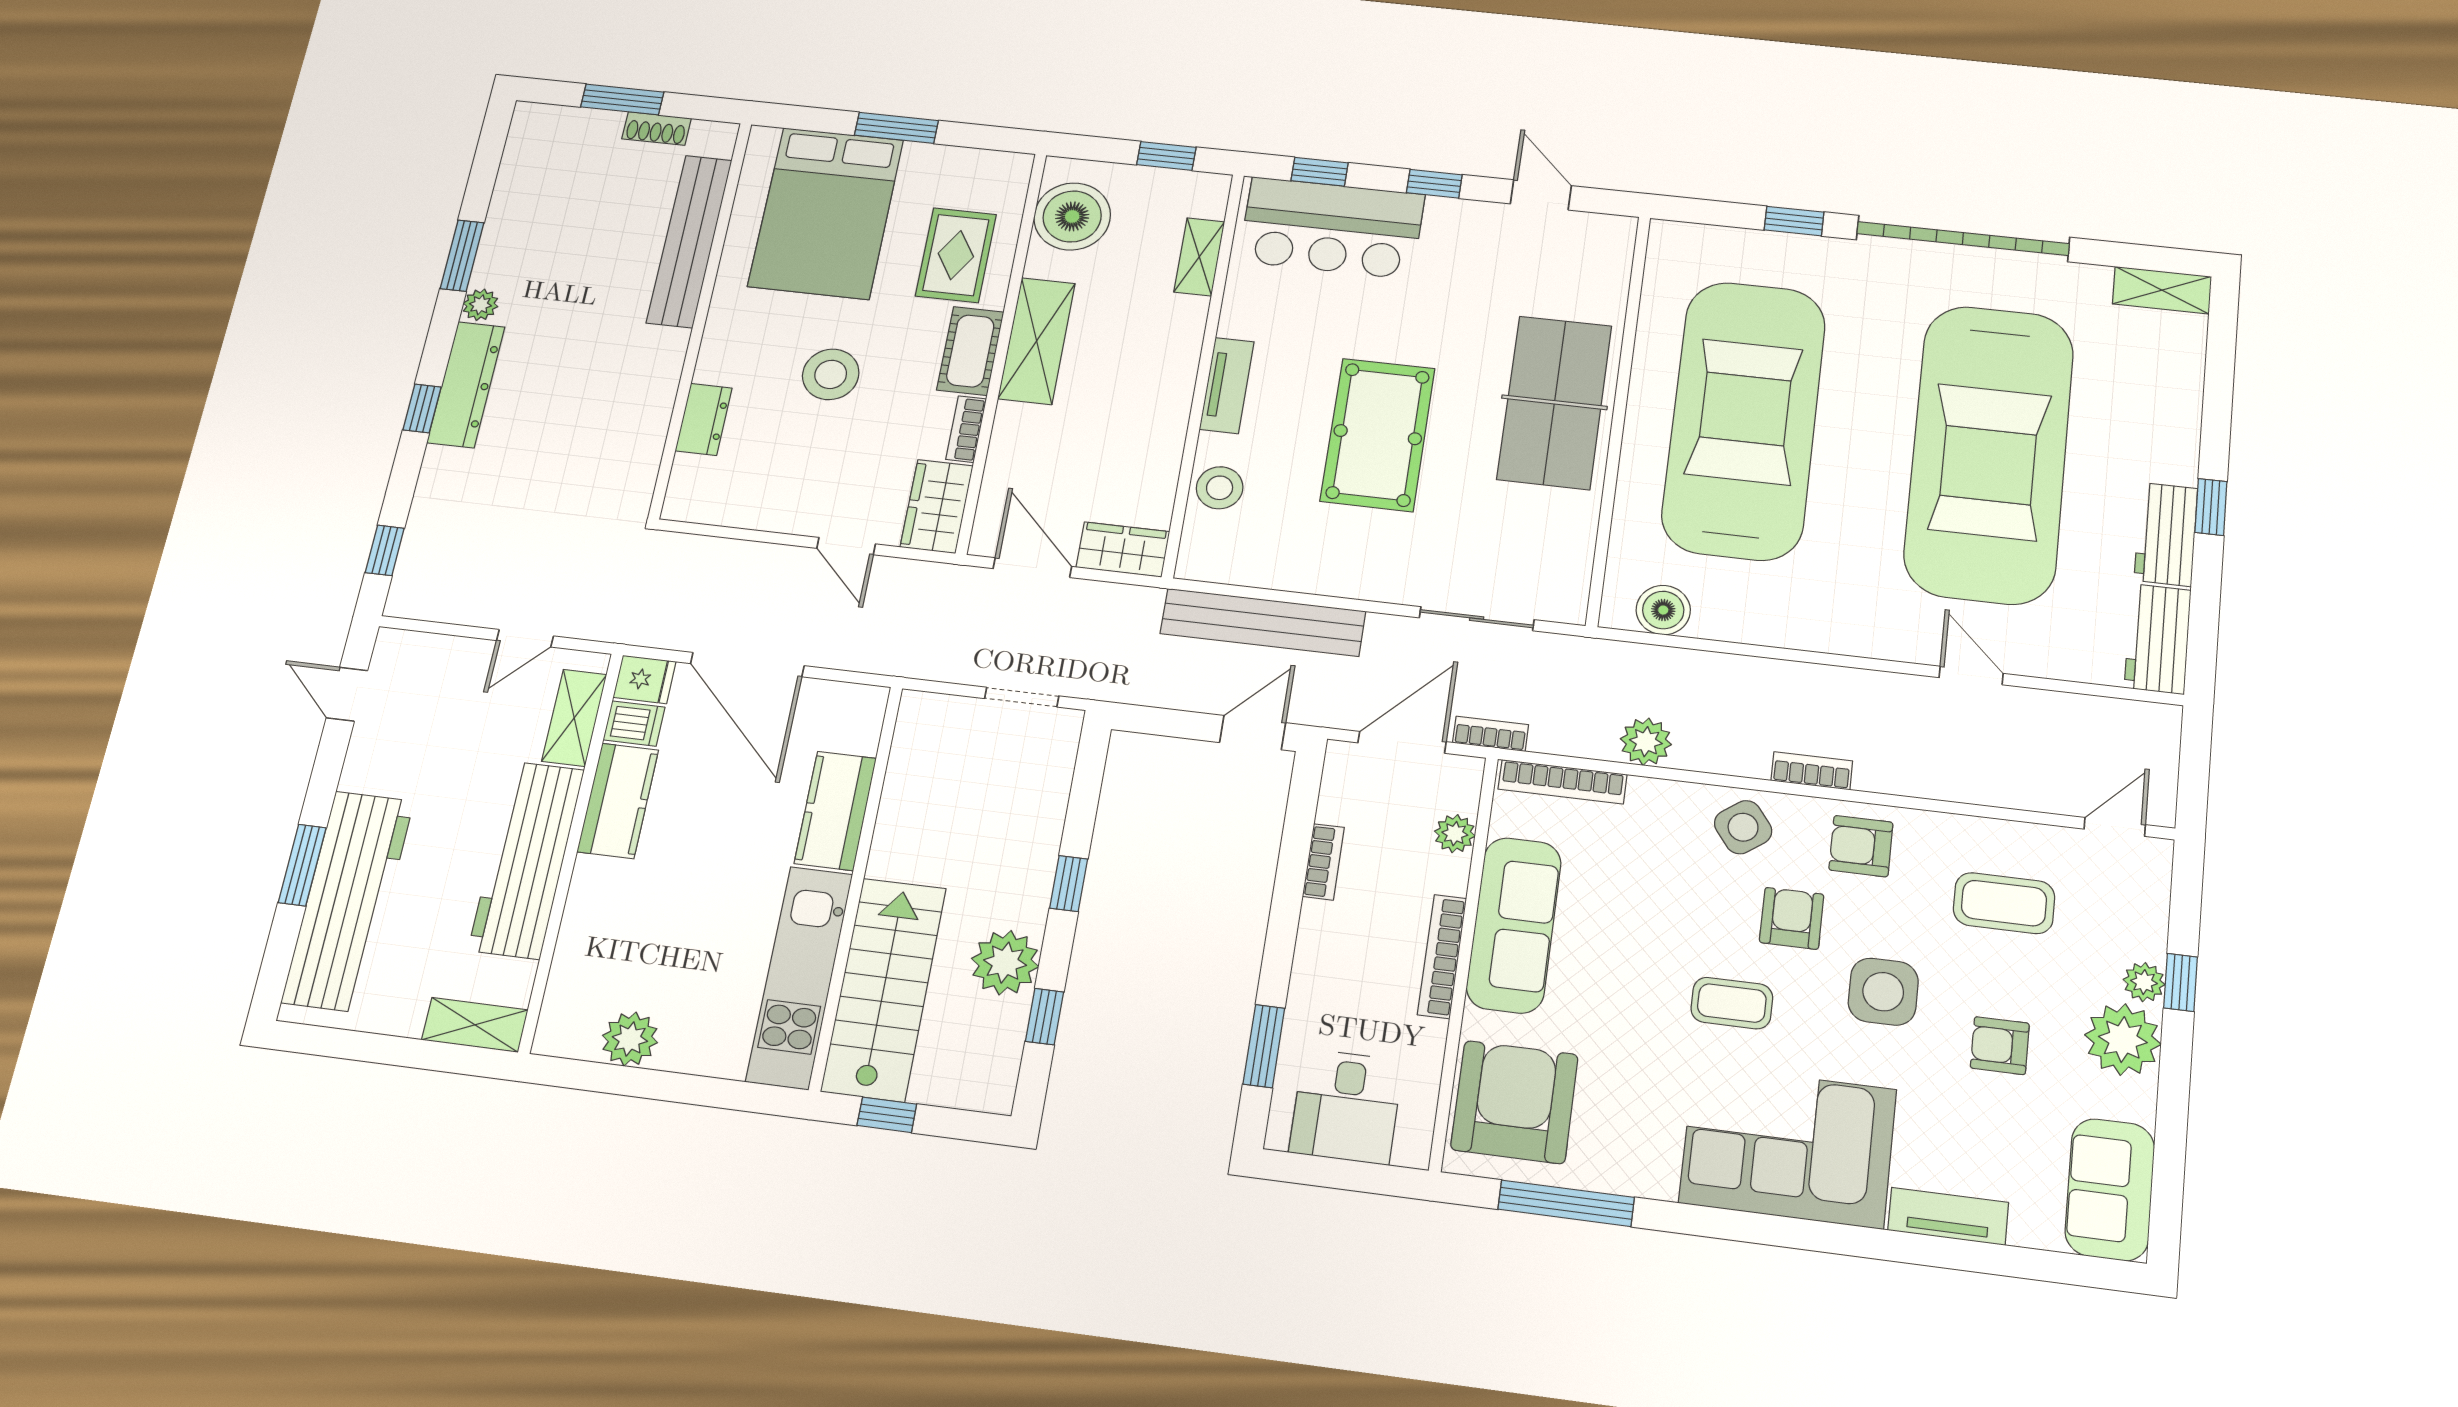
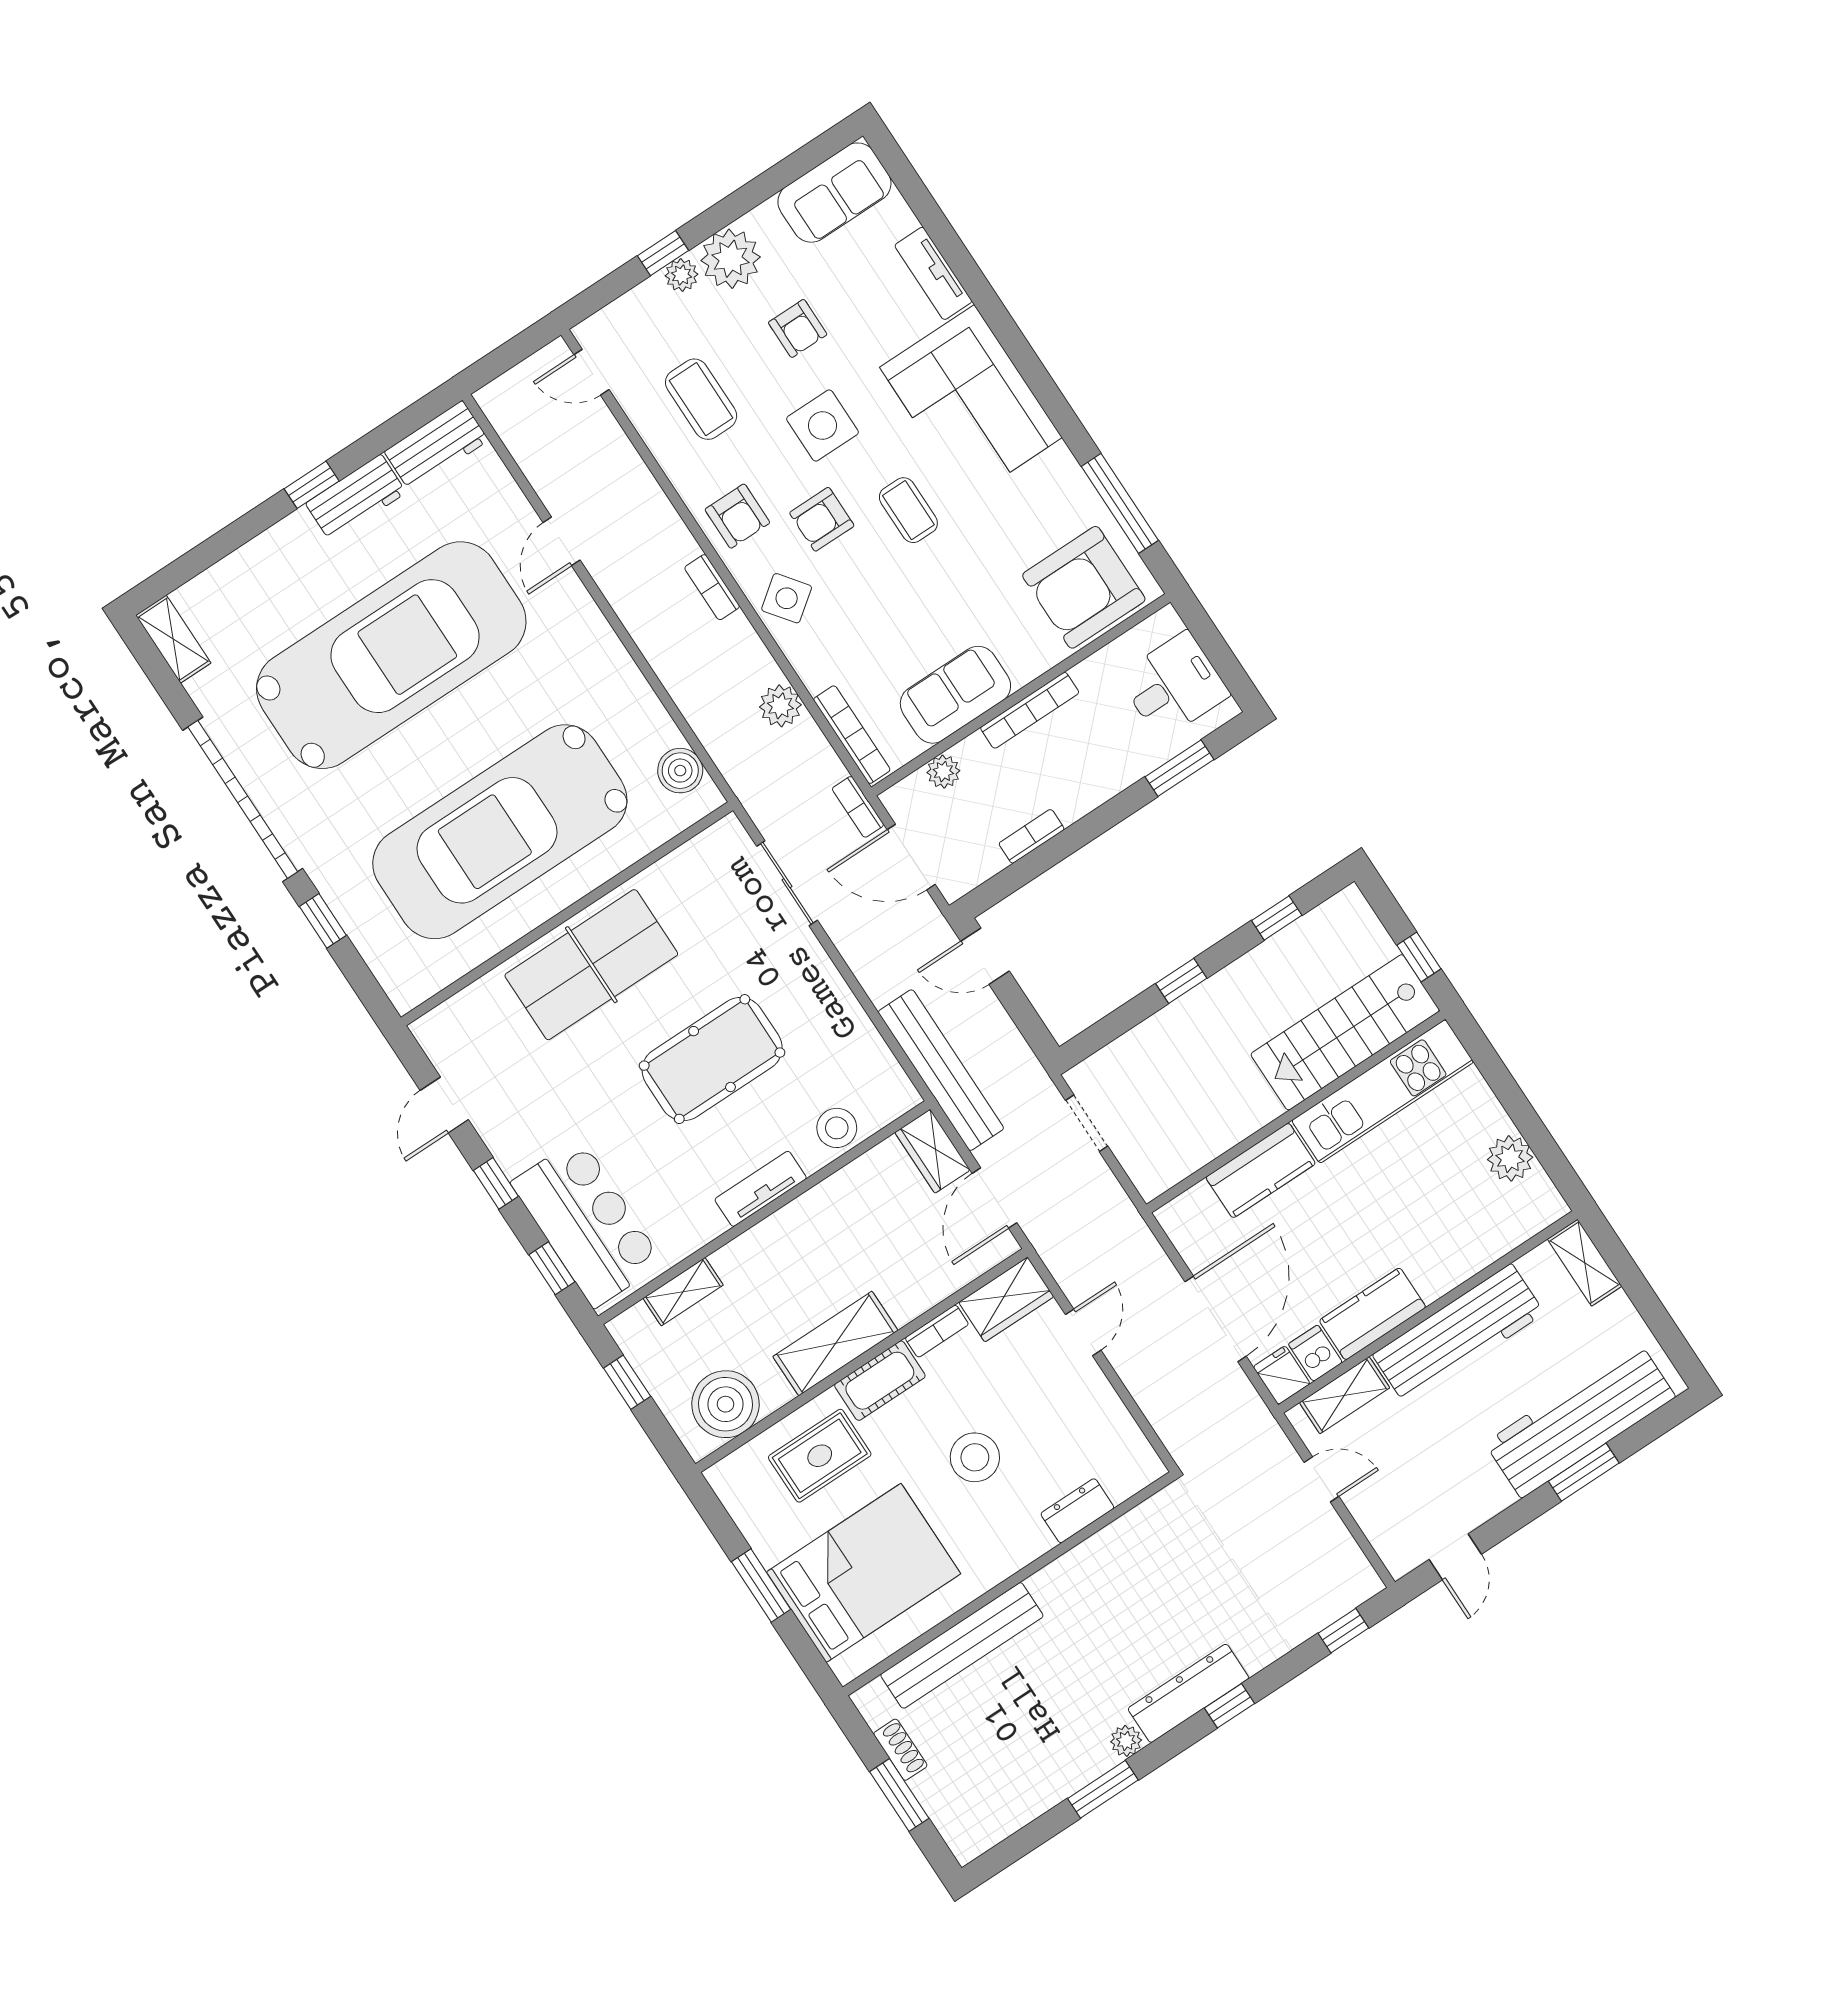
bench: (1263, 622) -> (941, 1070), moved
sofa: (1514, 925) -> (955, 695), width x0.73
plant: (1005, 963) -> (1264, 974), removed

